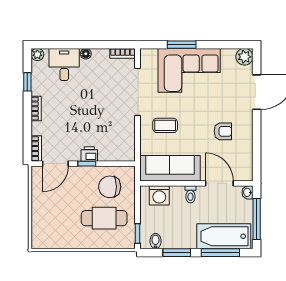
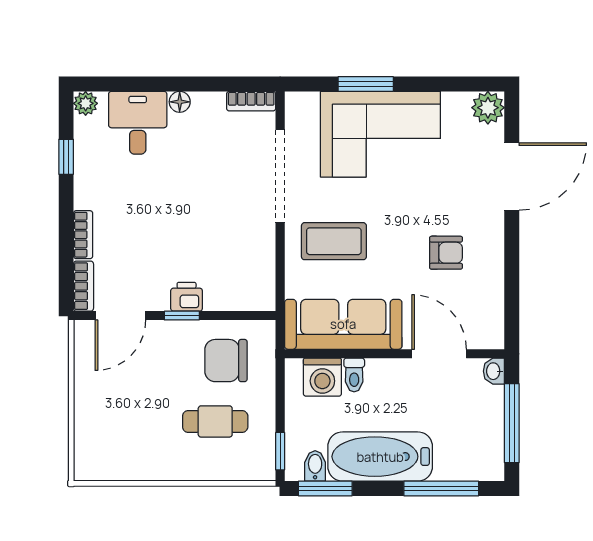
bookcase: (36, 109) -> (83, 235), moved
coffee table: (165, 125) -> (334, 241), width x1.36, depth x1.30
toilet: (190, 194) -> (354, 375), moved
cafe table: (104, 218) -> (215, 421), width x0.73, depth x0.74
bathtub: (224, 236) -> (380, 457), moved
window: (177, 253) -> (325, 489), moved

